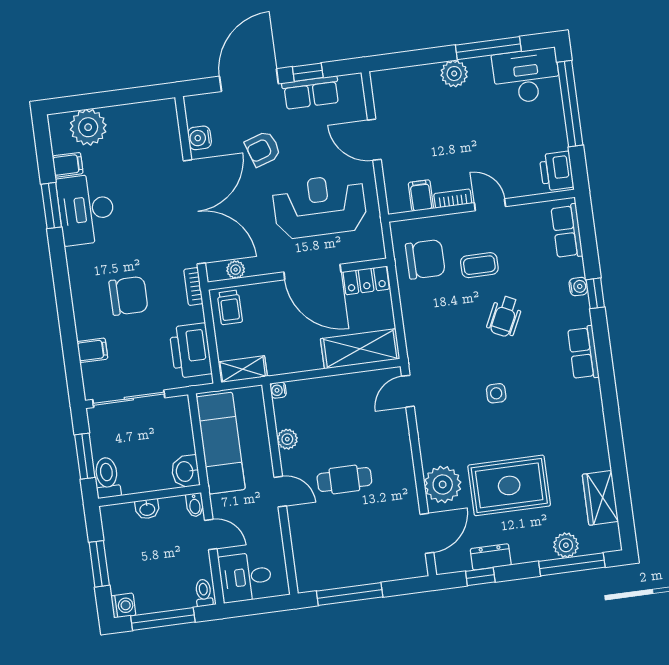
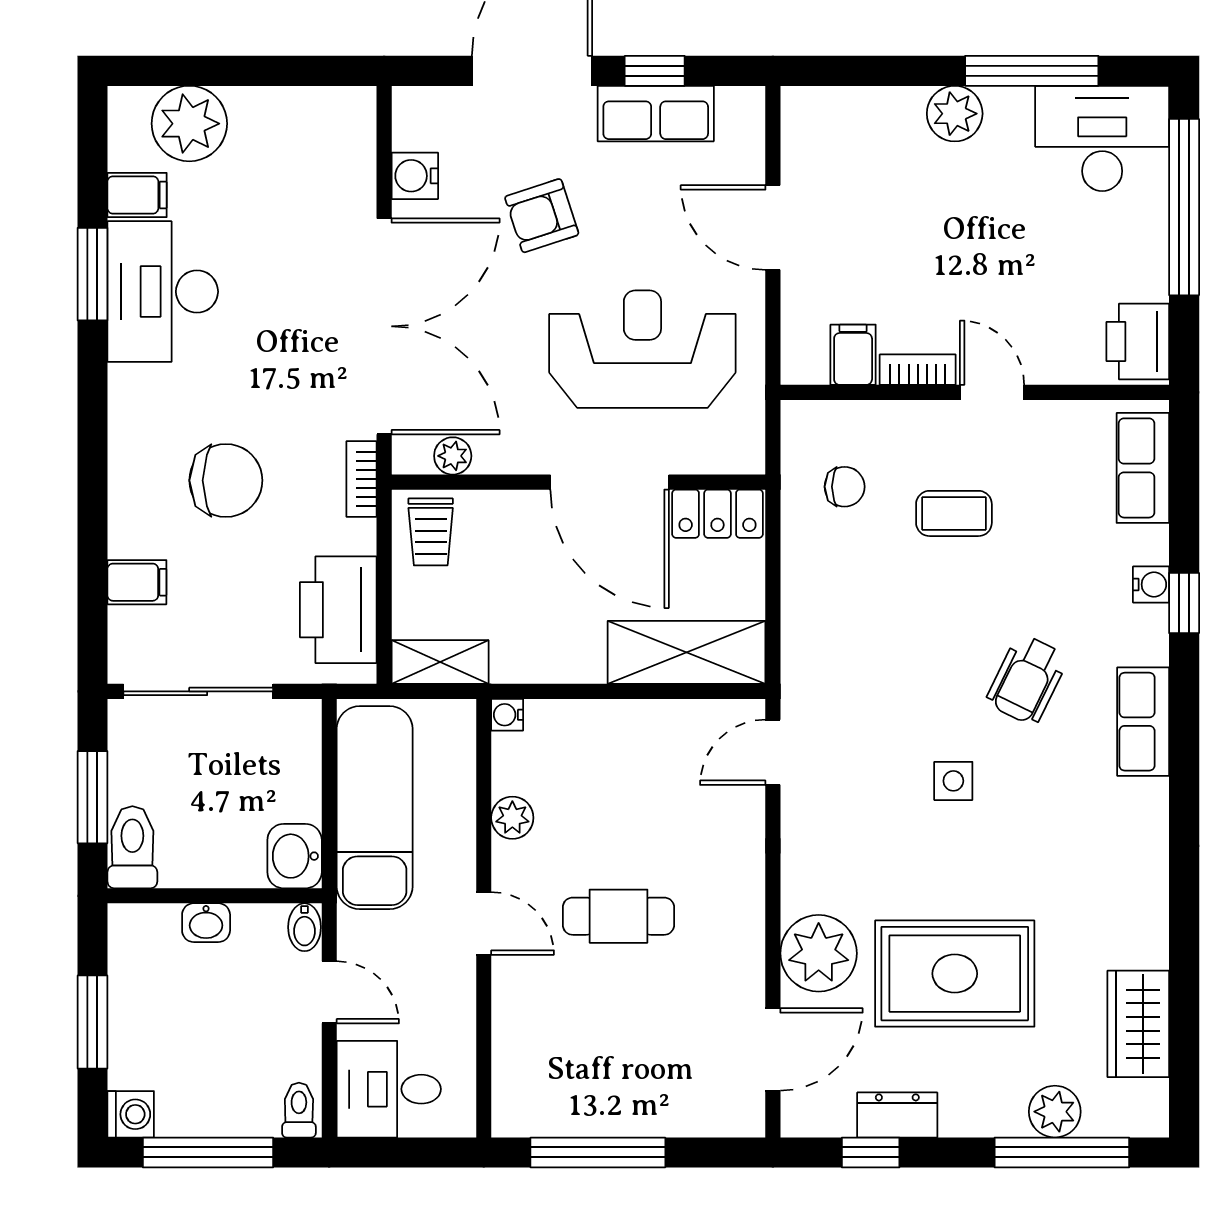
chair: (425, 259) -> (845, 487), width x0.54, depth x0.54
wheelchair: (505, 316) -> (1027, 680), moved

